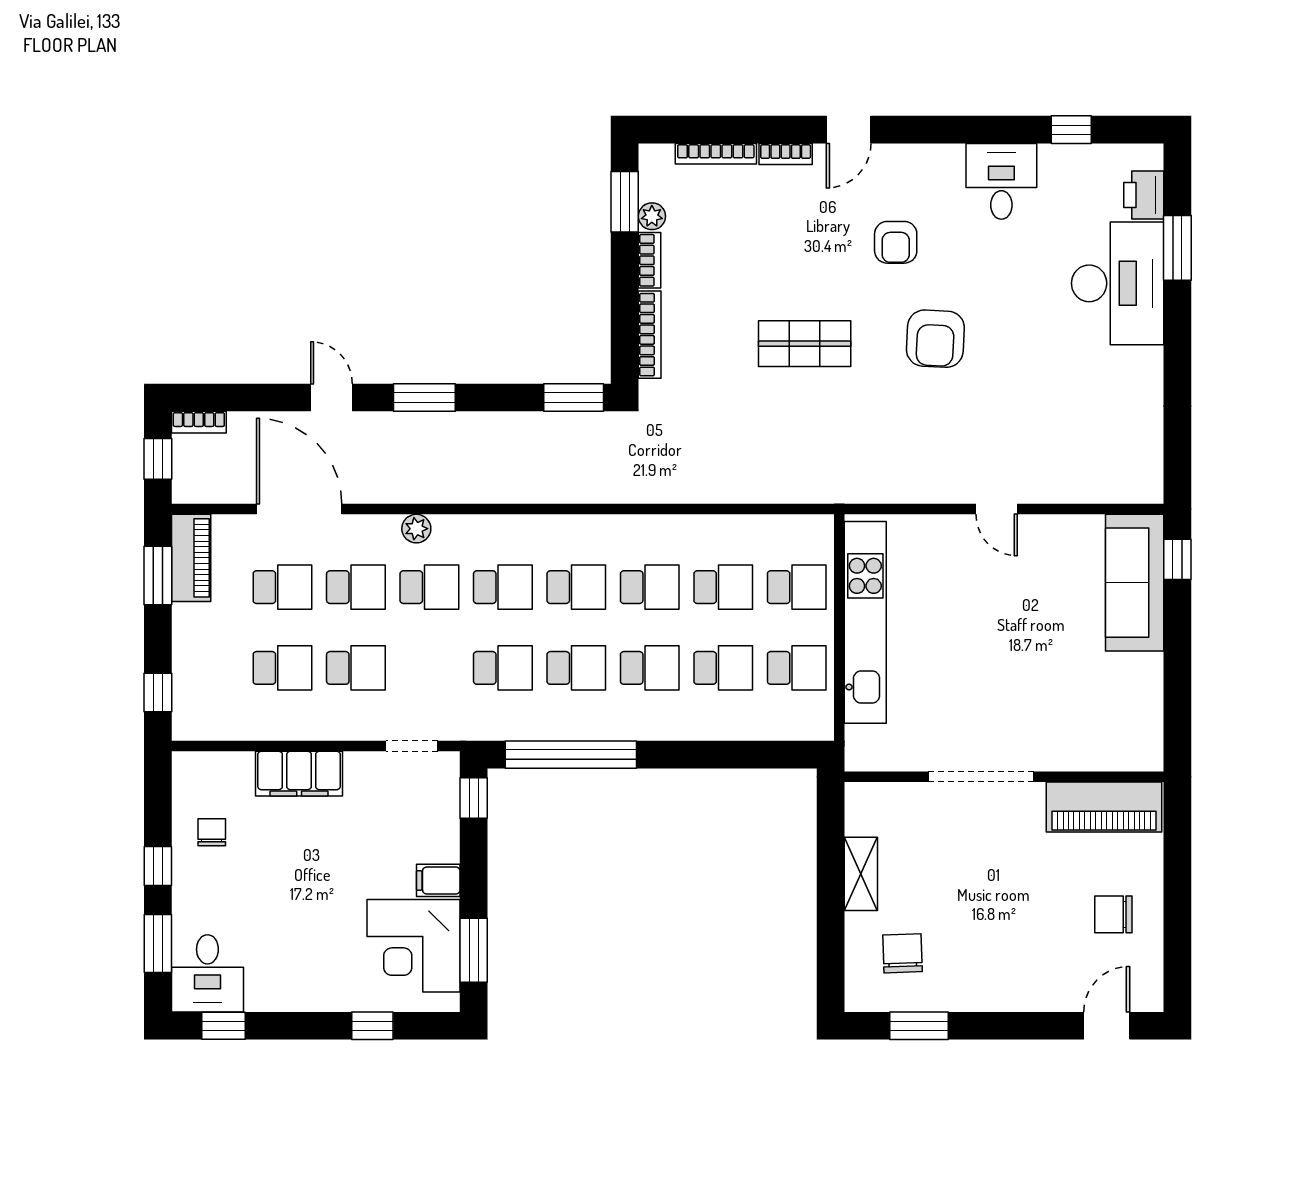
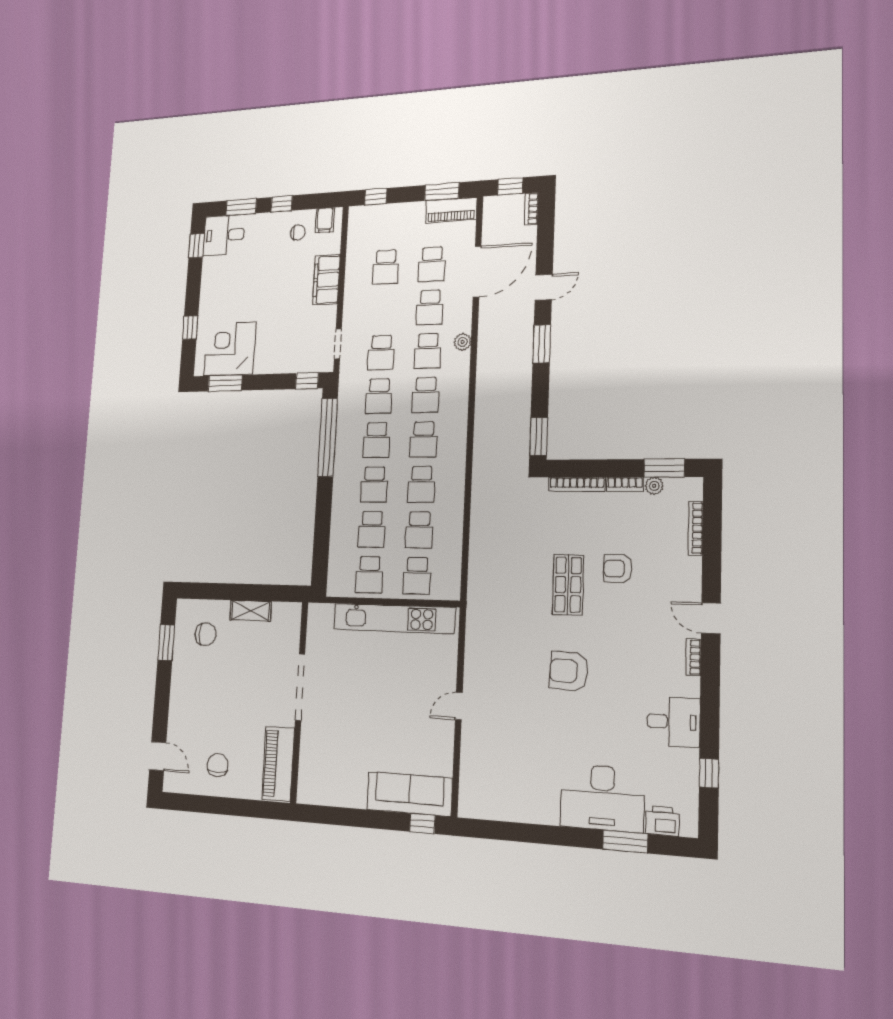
bookcase: (786, 154) -> (693, 657), moved
armchair: (896, 242) -> (618, 569), moved
school desk: (356, 668) -> (381, 353), moved
filing cabinet: (438, 880) -> (325, 220), moved, turned 180

